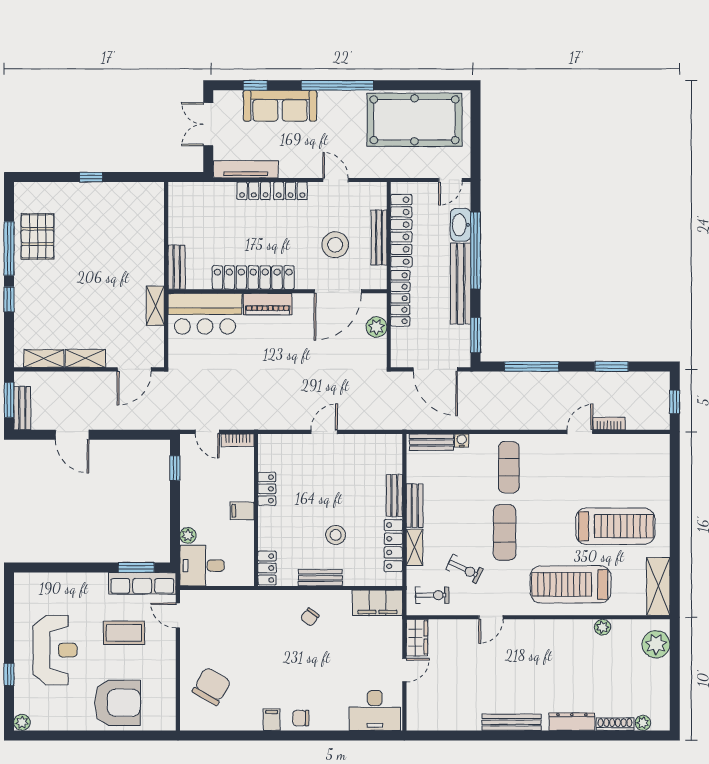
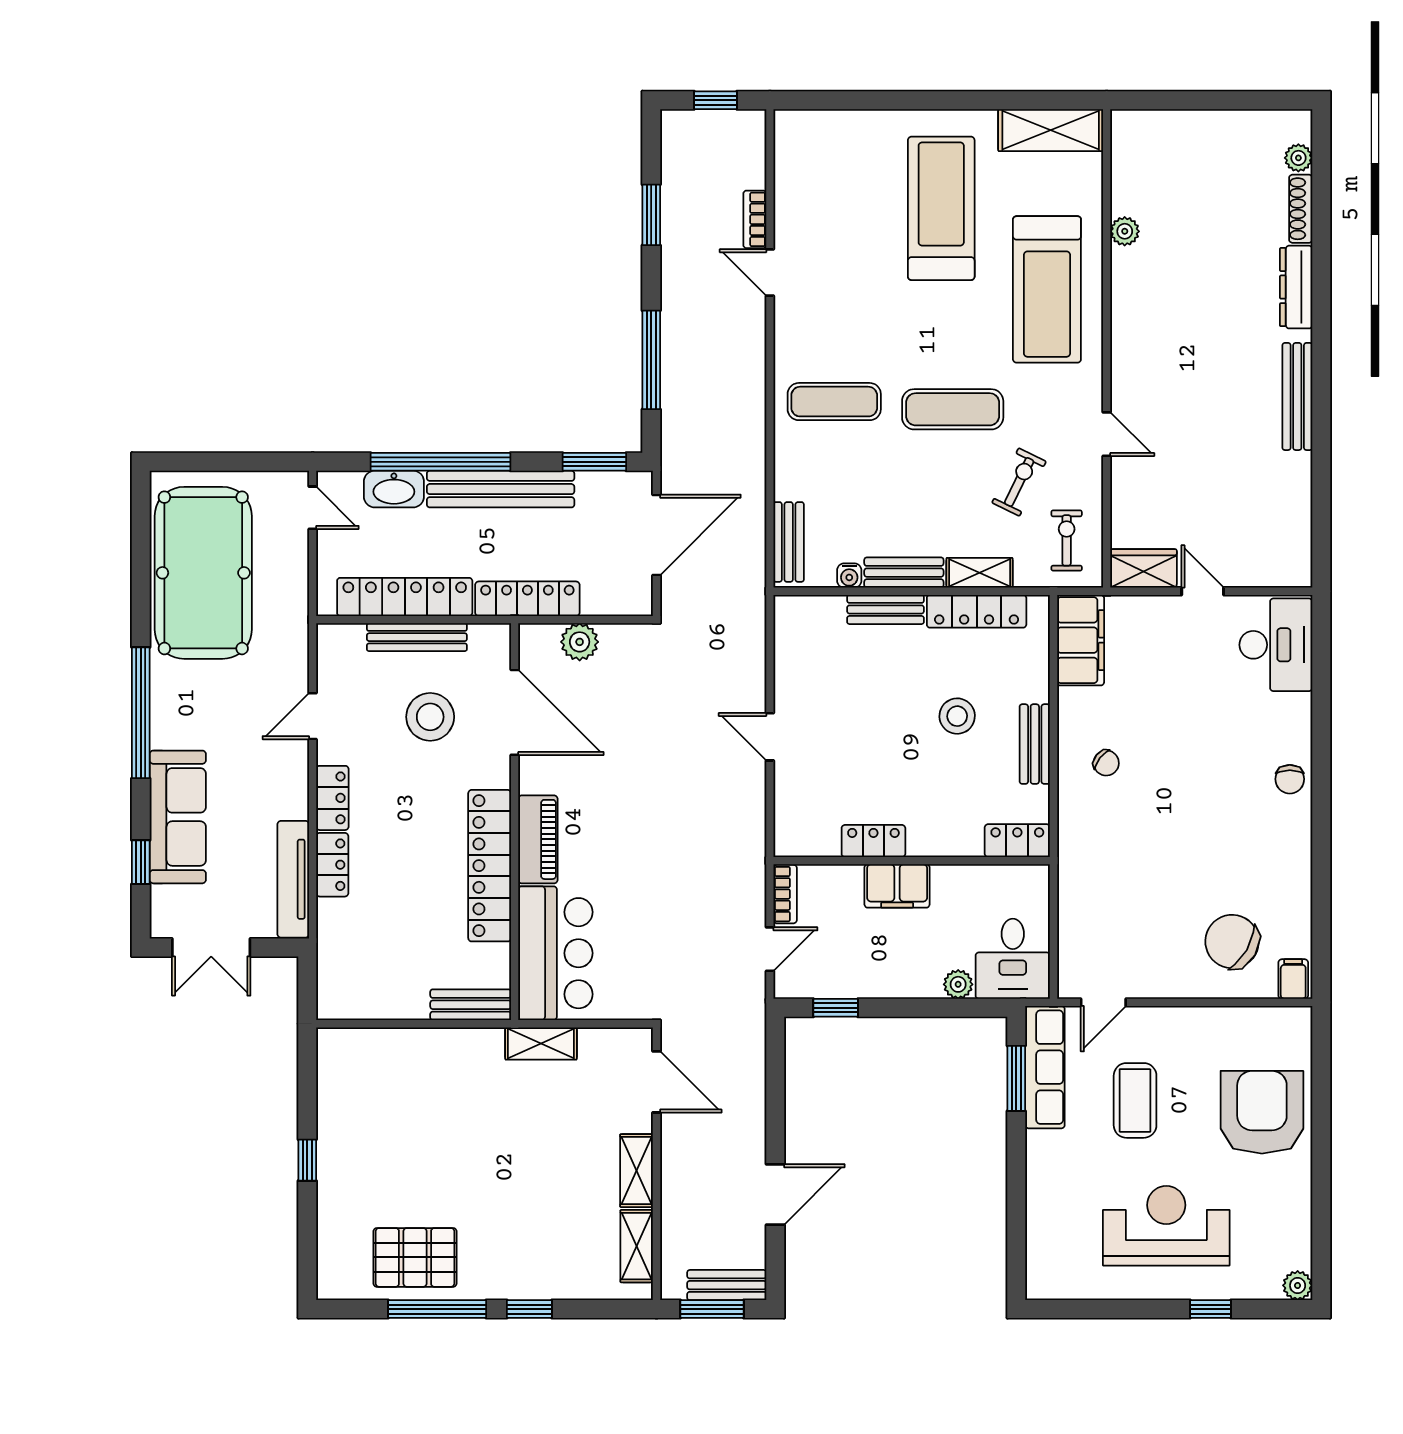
water cooler: (462, 440) -> (849, 576), moved, turned -90
filing cabinet: (242, 511) -> (897, 886), width x2.00
plant: (656, 644) -> (1156, 134), removed
filing cabinet: (272, 720) -> (1293, 979), moved, turned 90

